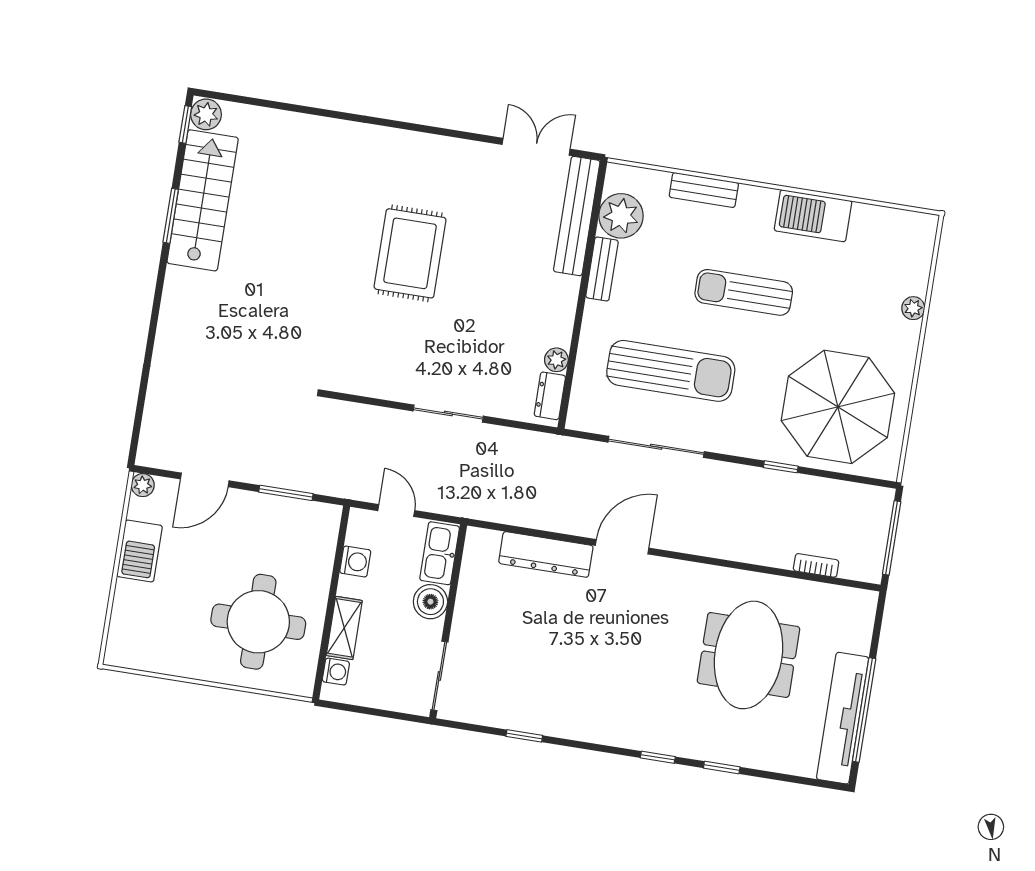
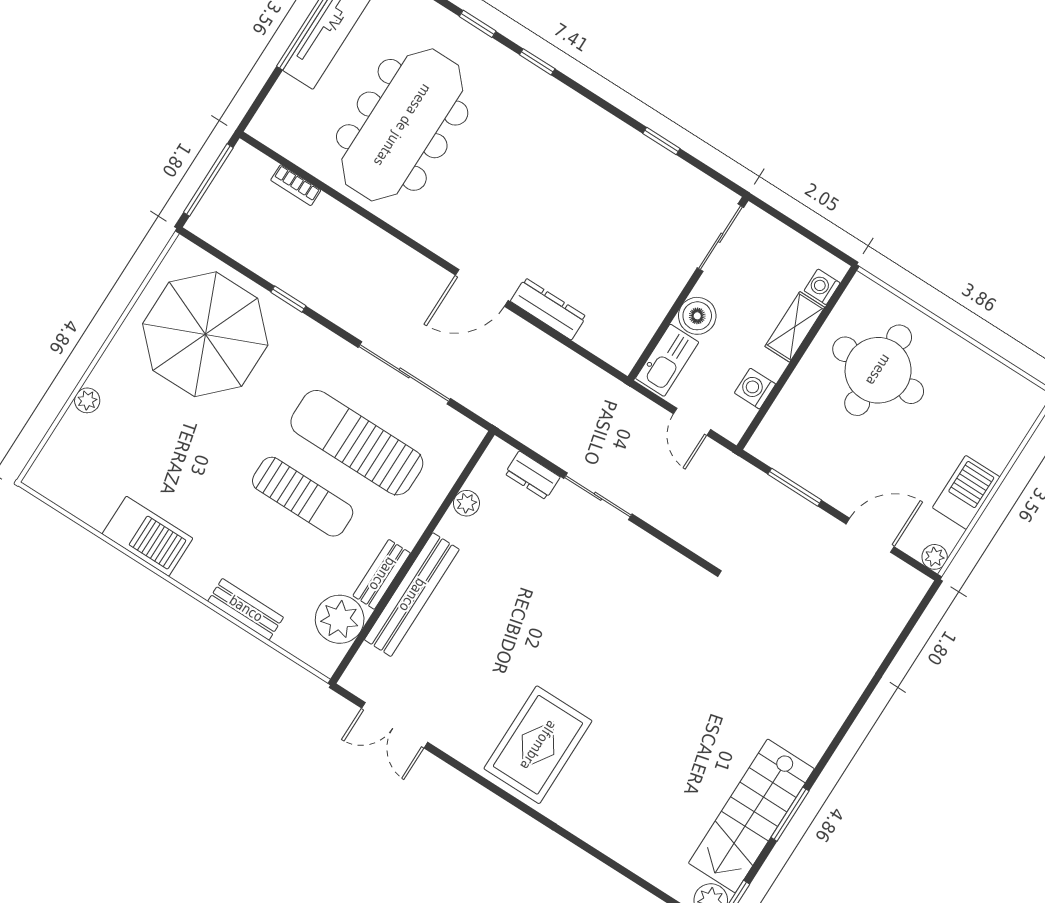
bench: (577, 216) -> (412, 595), moved
rug: (410, 253) -> (538, 745), moved
sun lounger: (744, 292) -> (303, 497), moved
dresser: (550, 396) -> (532, 475), moved, turned 90
dresser: (546, 554) -> (548, 309), width x0.73, depth x0.80
meeting table: (748, 655) -> (402, 125), width x1.36

